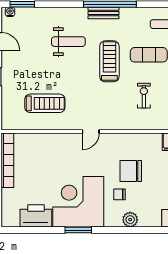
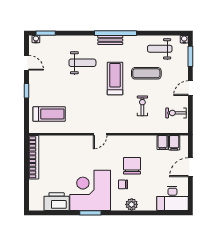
treadmill: (45, 103) -> (49, 114), moved
chair: (131, 171) -> (132, 166), turned 90

